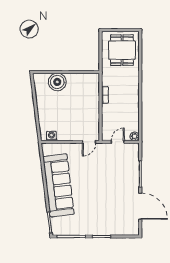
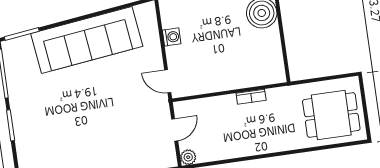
washing machine: (51, 136) -> (172, 37), moved
door: (118, 142) -> (175, 130), hinge flipped

